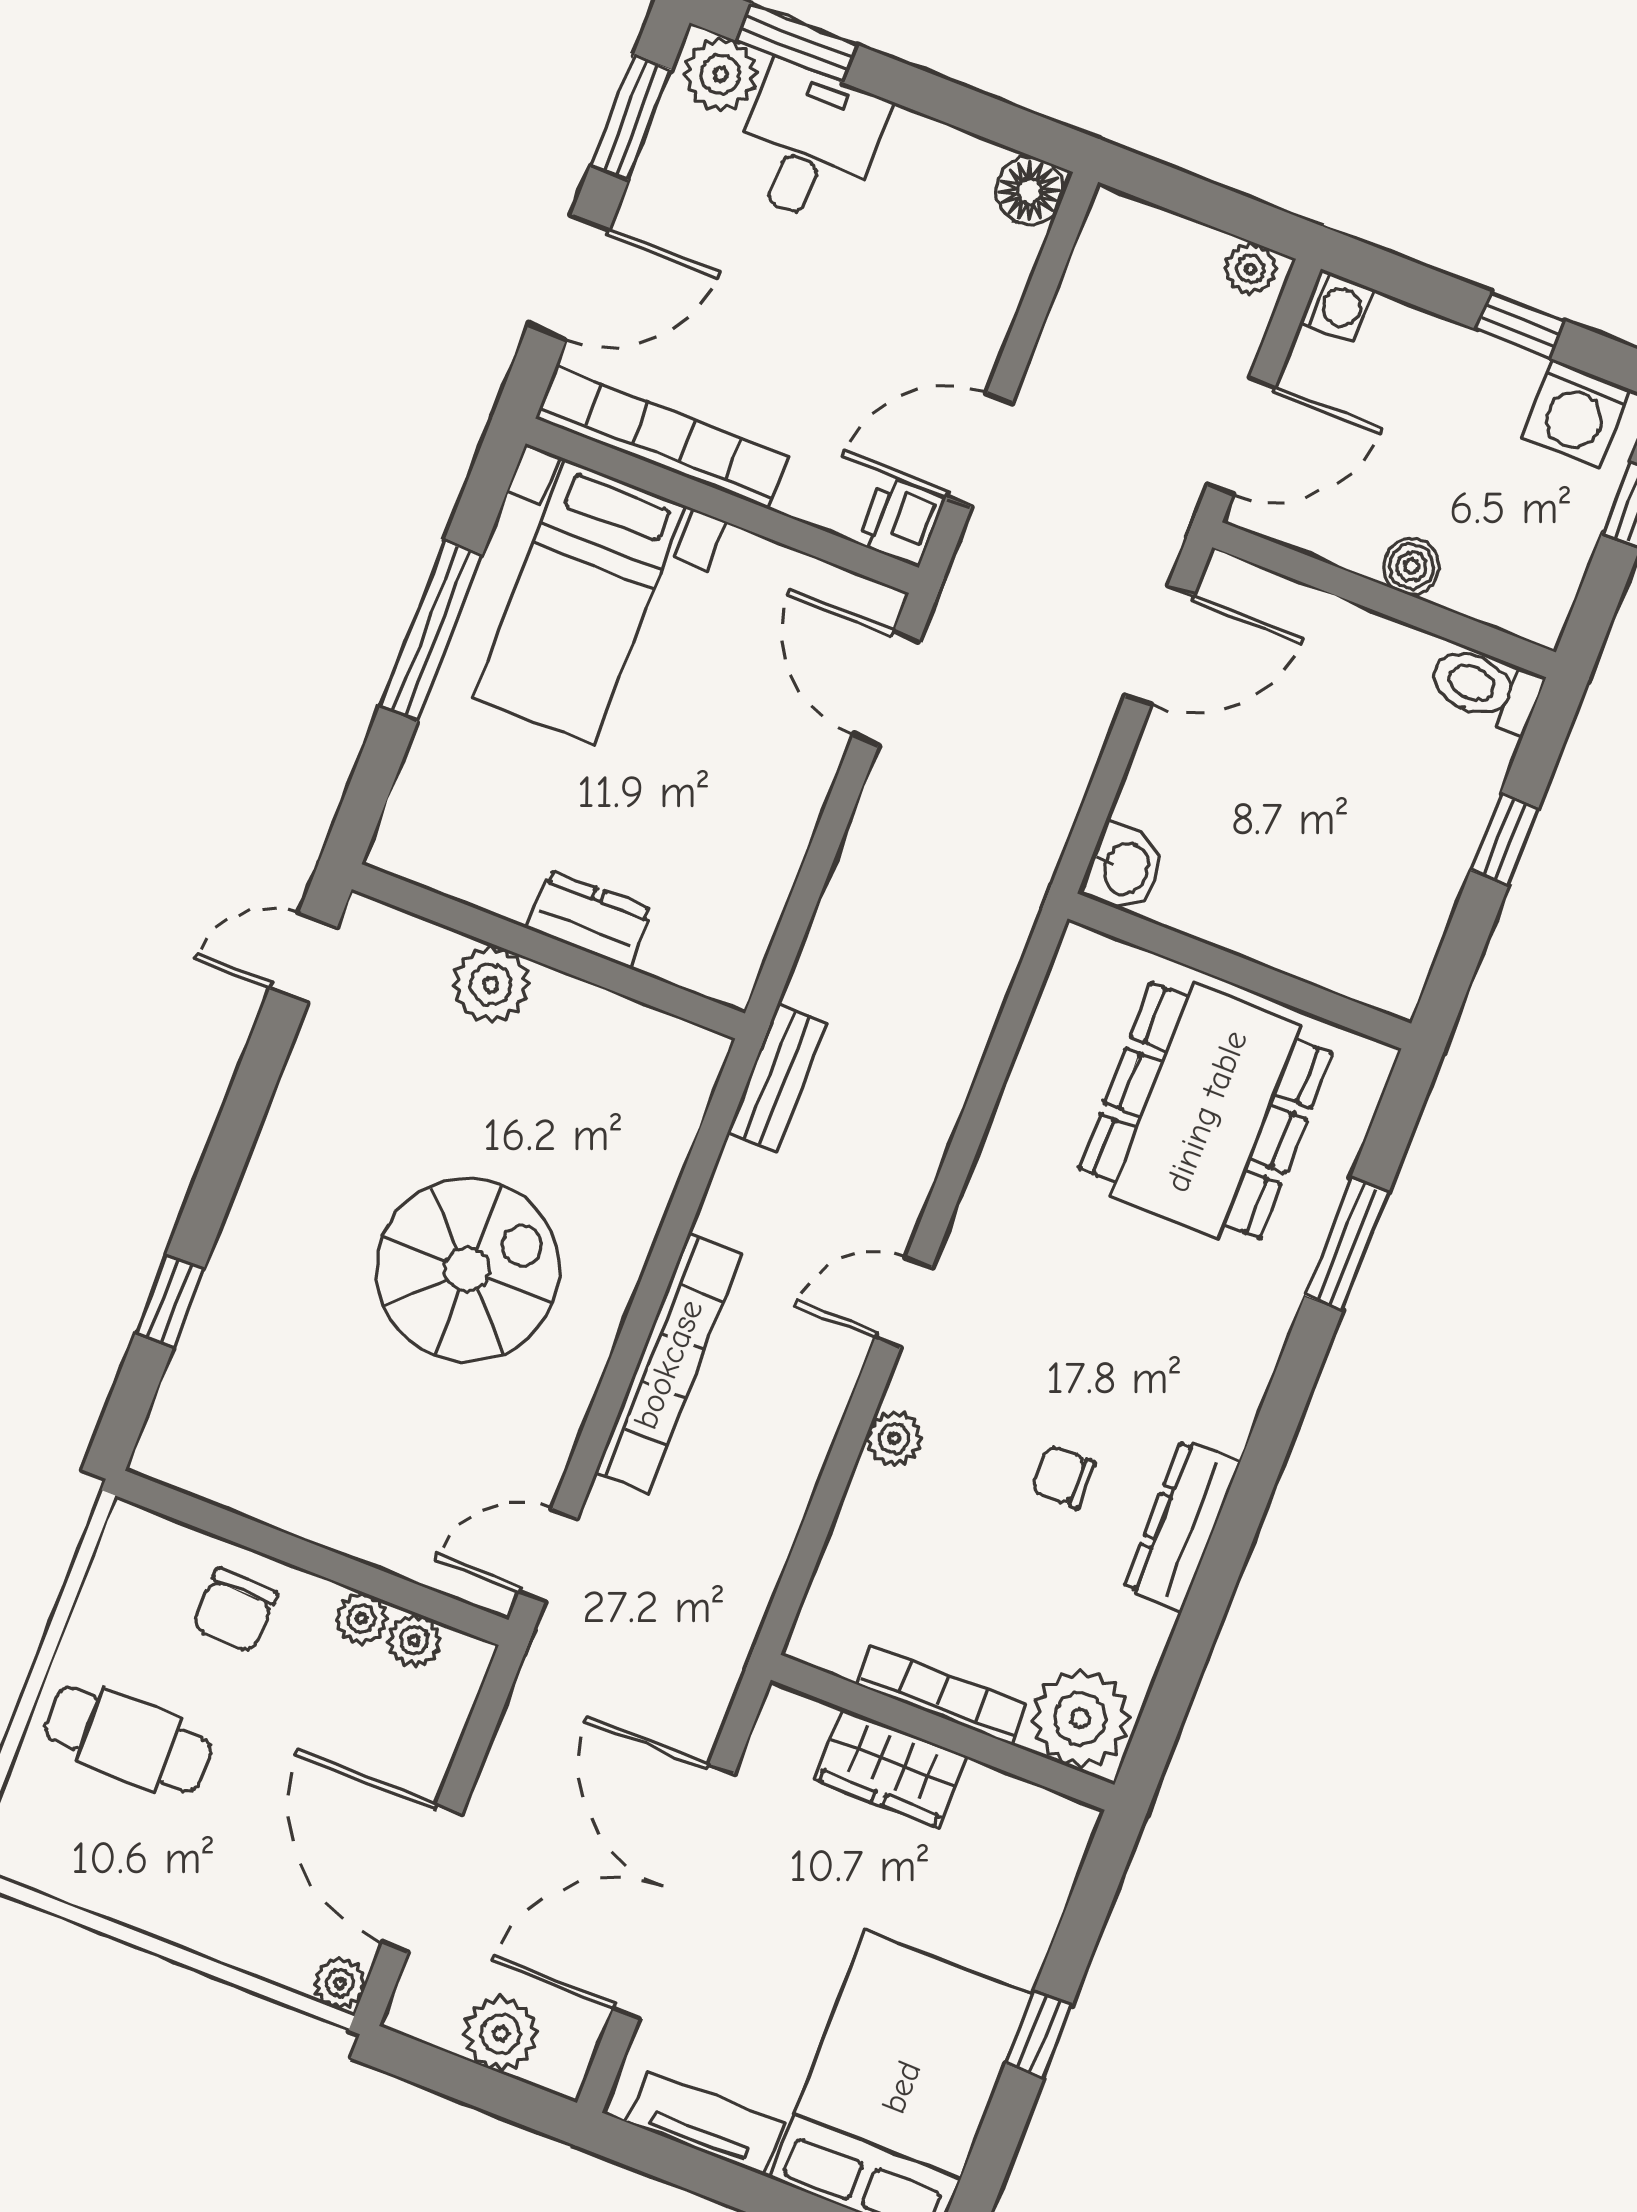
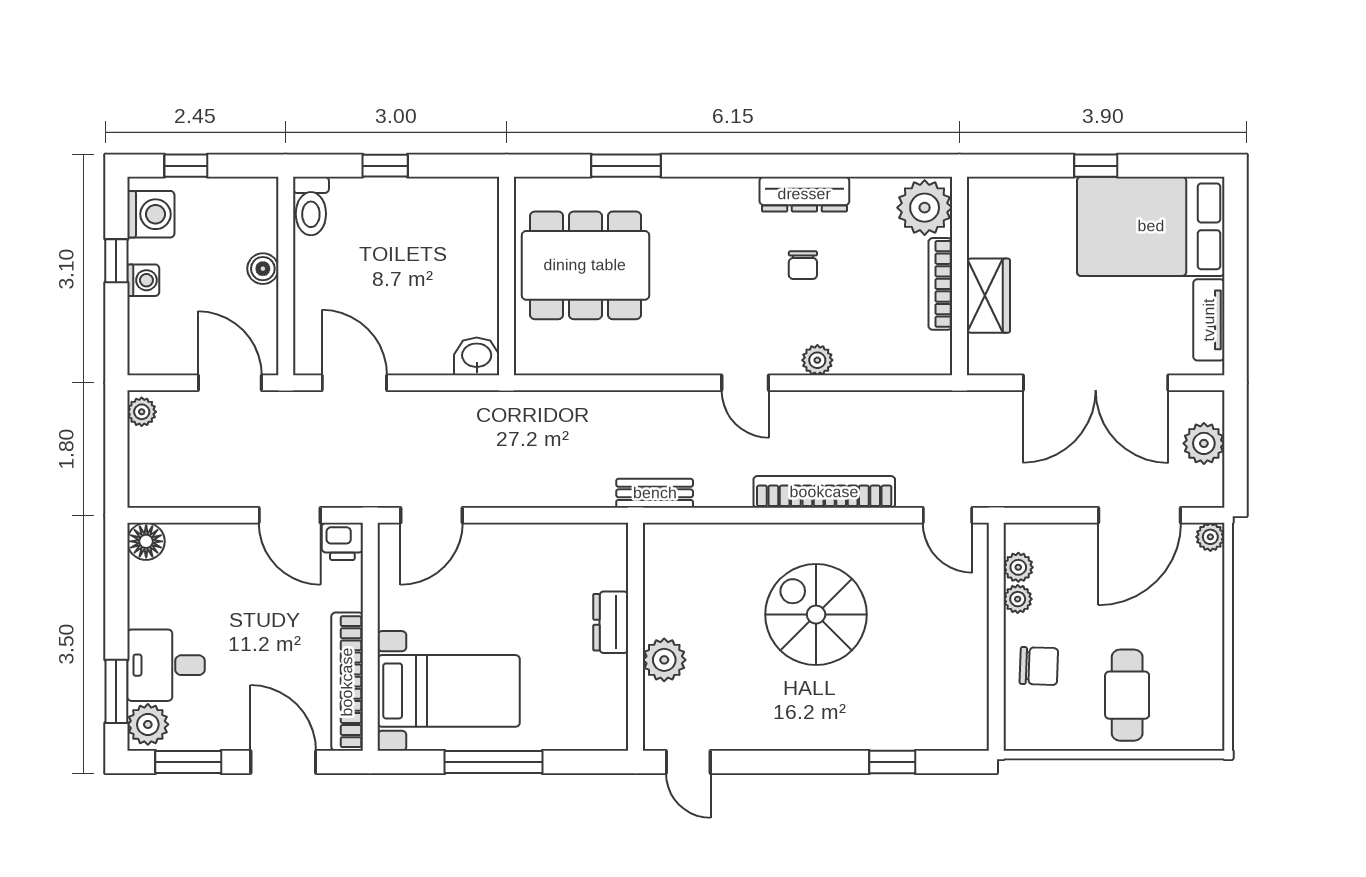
washing machine: (1337, 306) -> (143, 280), moved, turned 90

